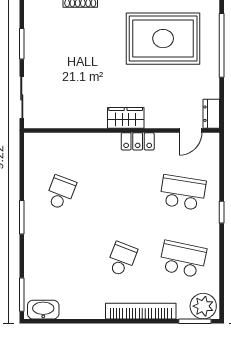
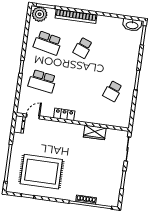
wardrobe: (126, 118) -> (95, 132), moved

